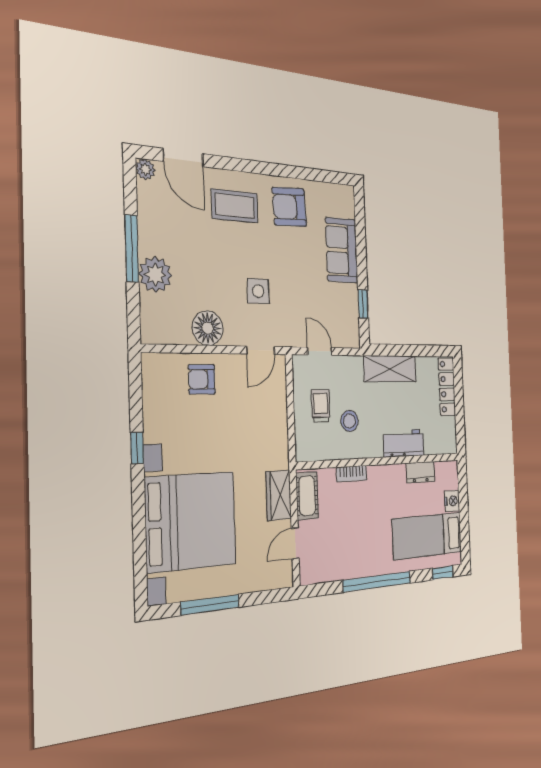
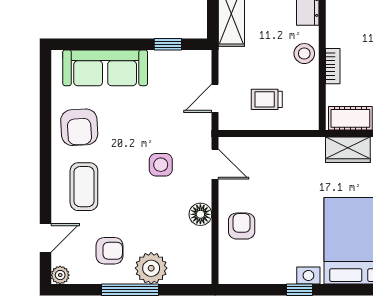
door: (183, 158) -> (45, 238), width x0.73
armchair: (172, 228) -> (110, 251), added
sofa: (342, 250) -> (105, 68), width x1.36
floor lamp: (208, 328) -> (200, 214), width x0.73, depth x0.73
armchair: (202, 379) -> (242, 226), turned 180
stool: (349, 421) -> (304, 54), moved

